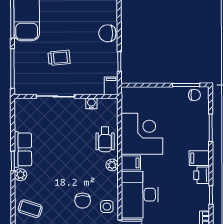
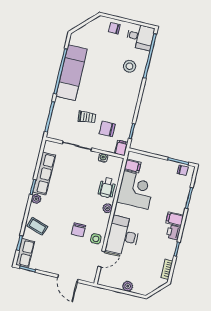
chair: (107, 33) -> (107, 129), moved
row of seats: (23, 149) -> (44, 174), width x1.48
filing cabinet: (131, 163) -> (132, 166), moved

